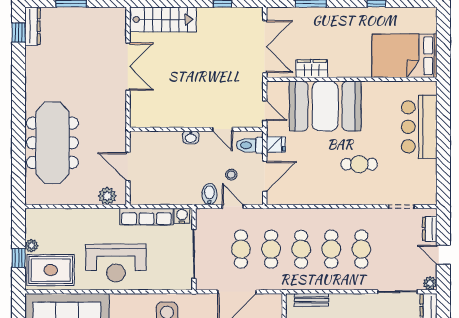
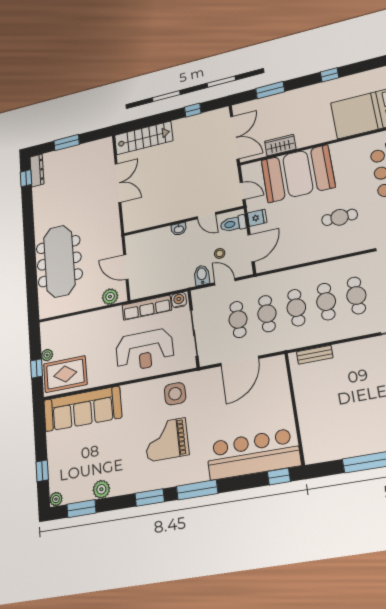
reception desk: (116, 263) -> (144, 350), moved

